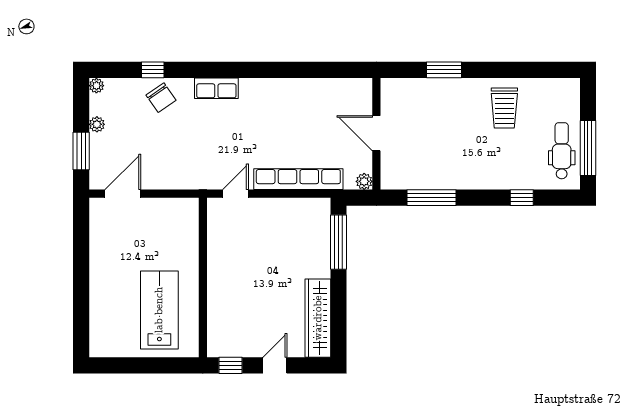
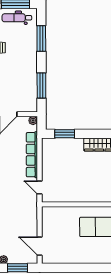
window: (522, 198) -> (41, 38), width x2.17
window: (339, 242) -> (65, 134), width x0.69

